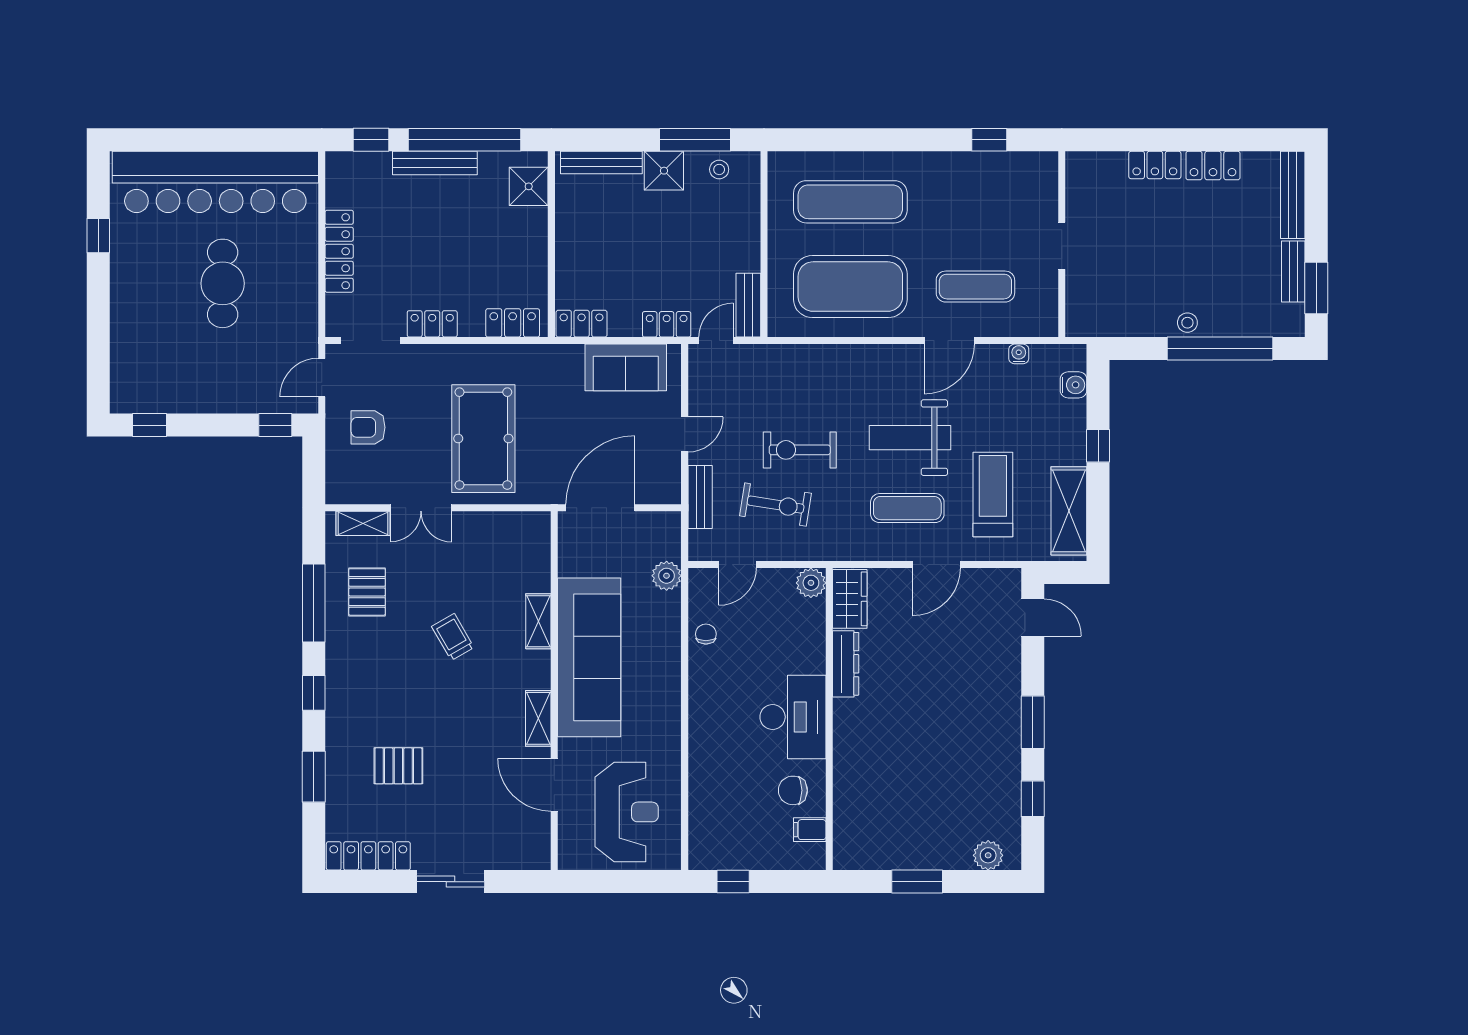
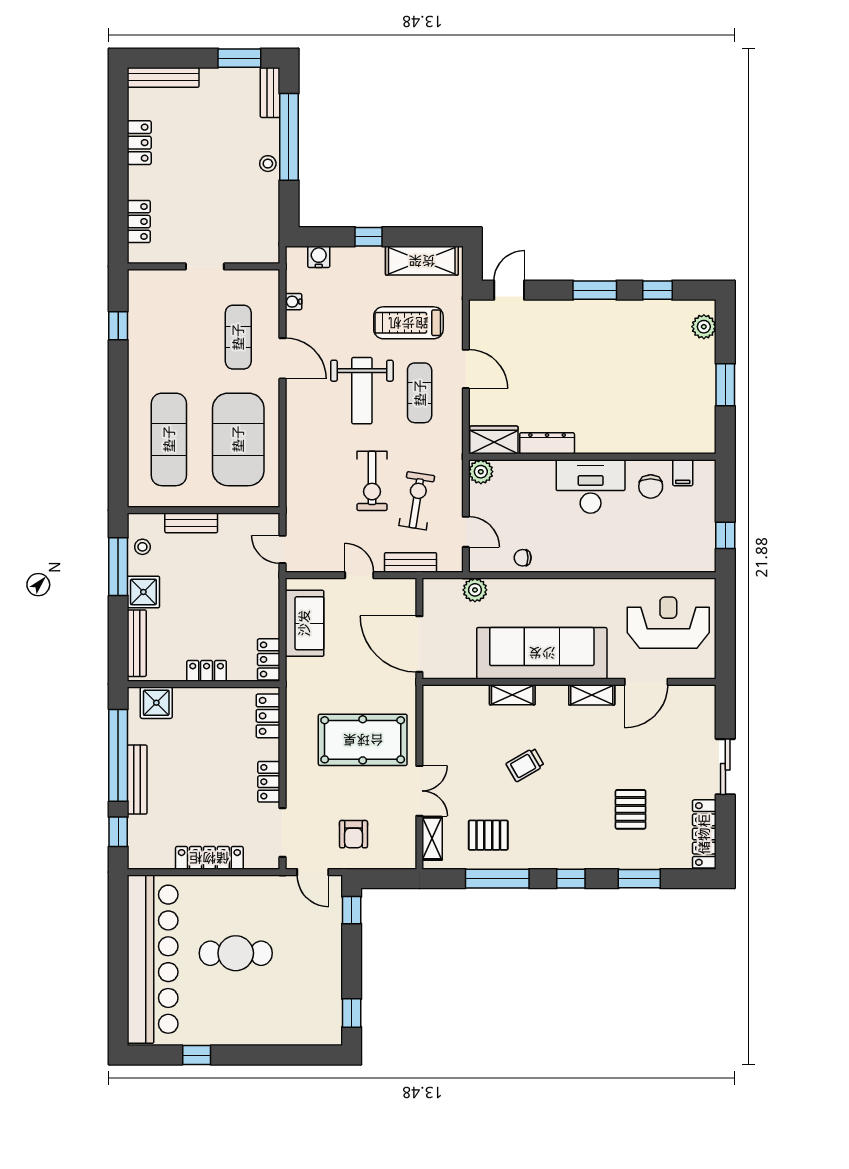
locker: (1155, 165) -> (139, 222), moved
bench: (1293, 272) -> (270, 92), moved, turned 90
bench: (748, 305) -> (191, 523), moved
locker: (667, 324) -> (207, 671), moved, turned 90

